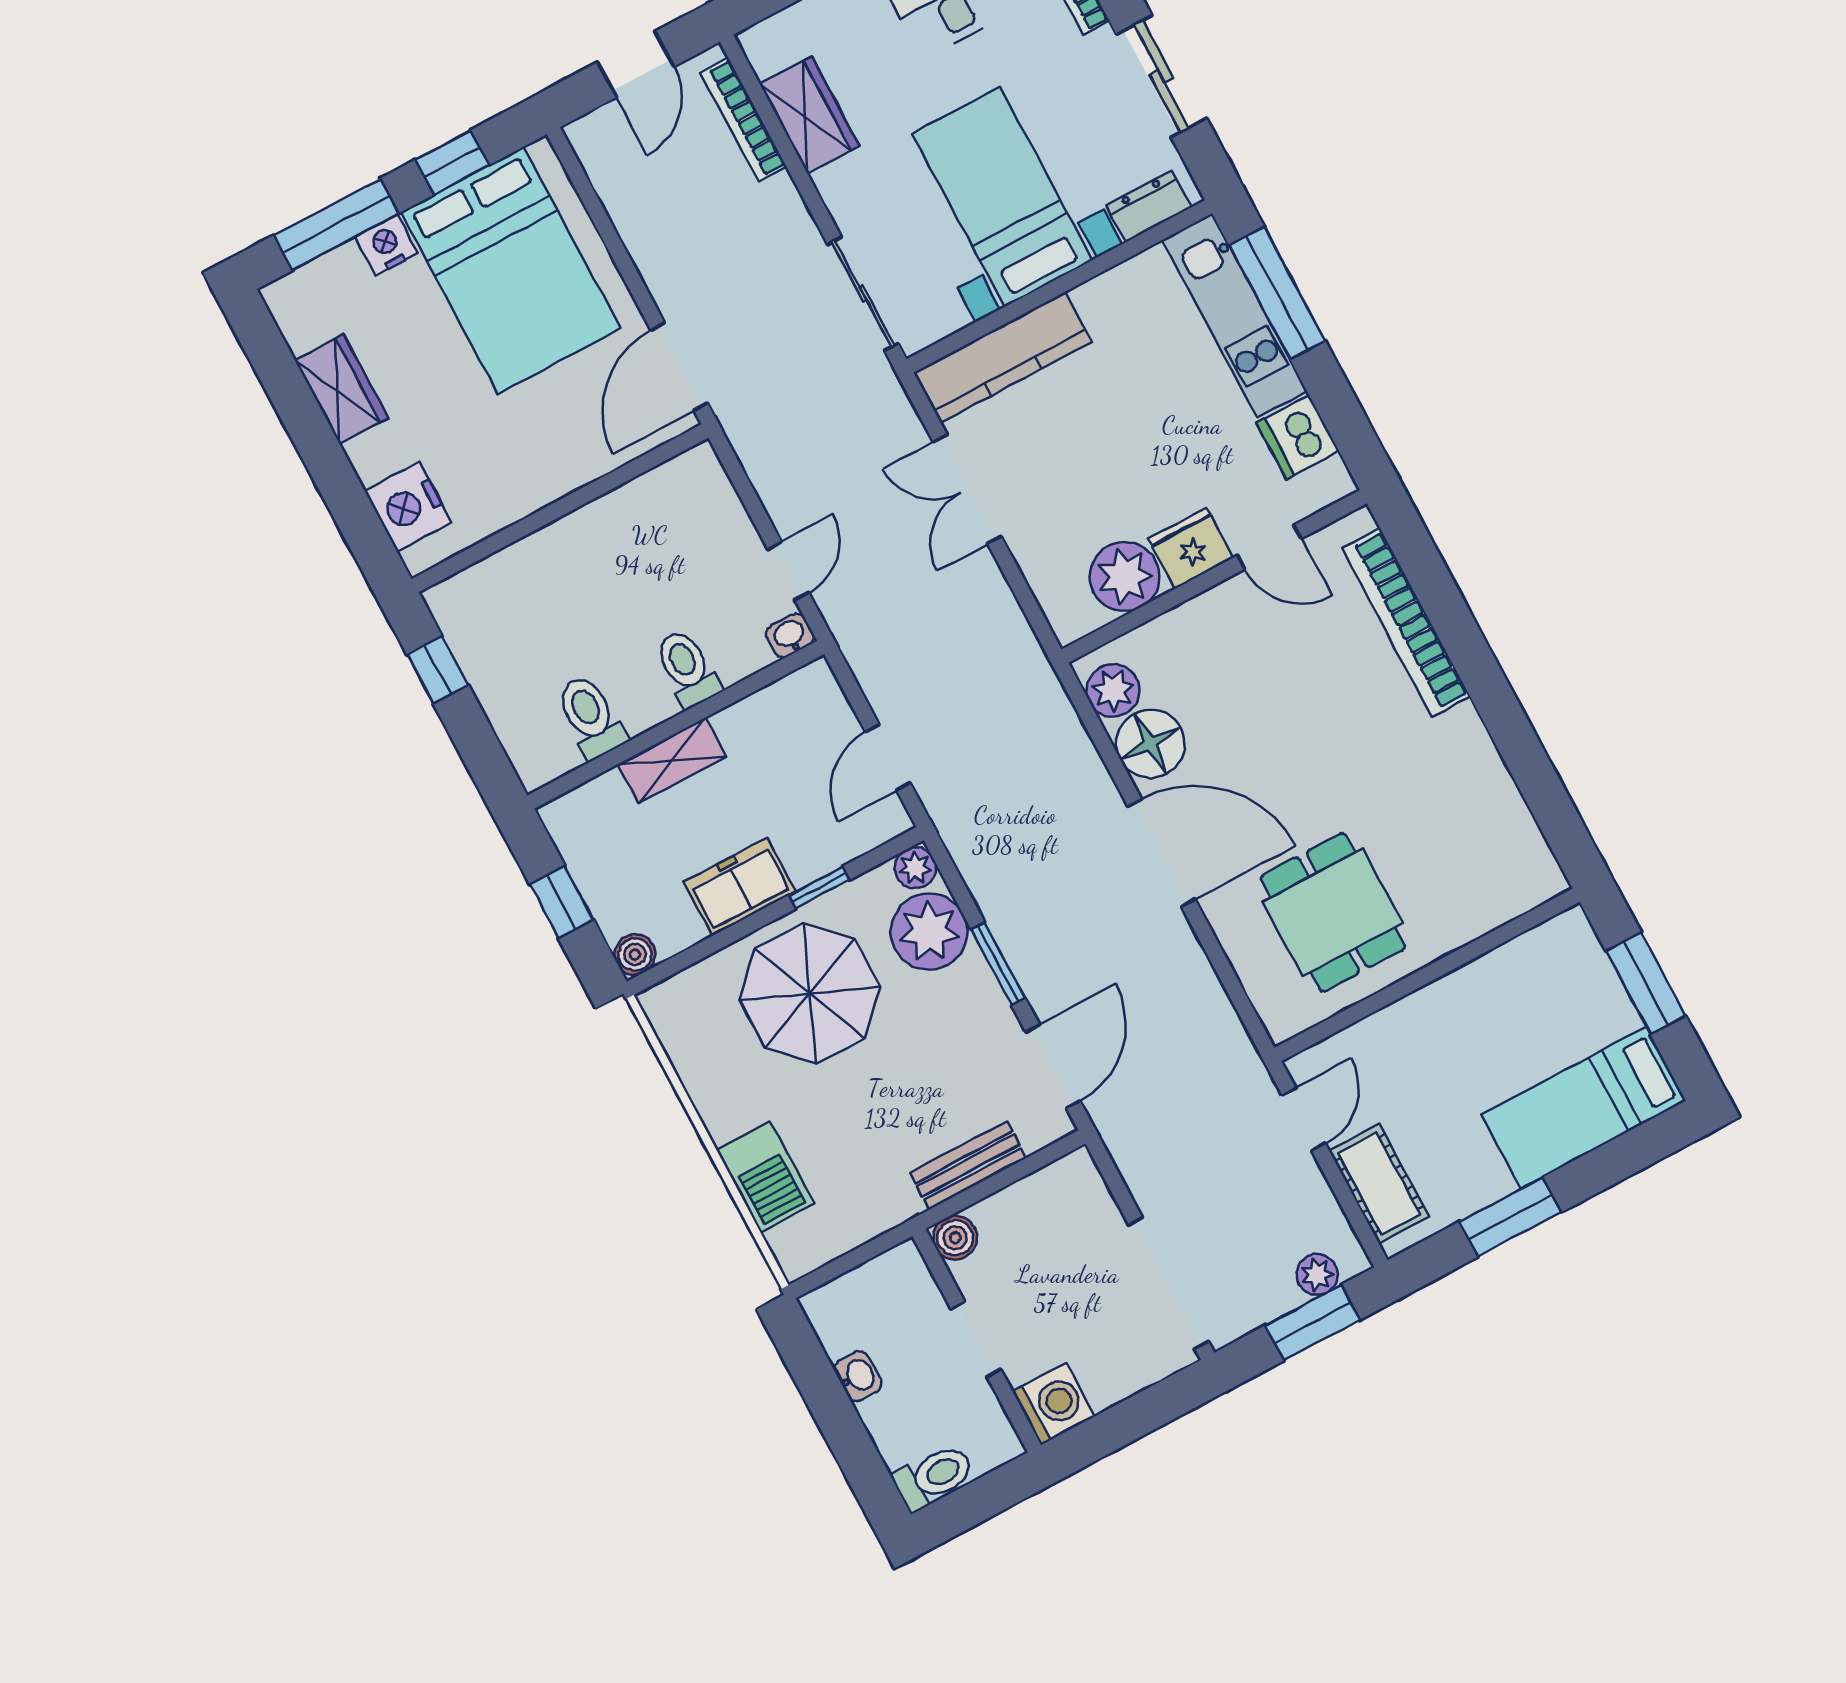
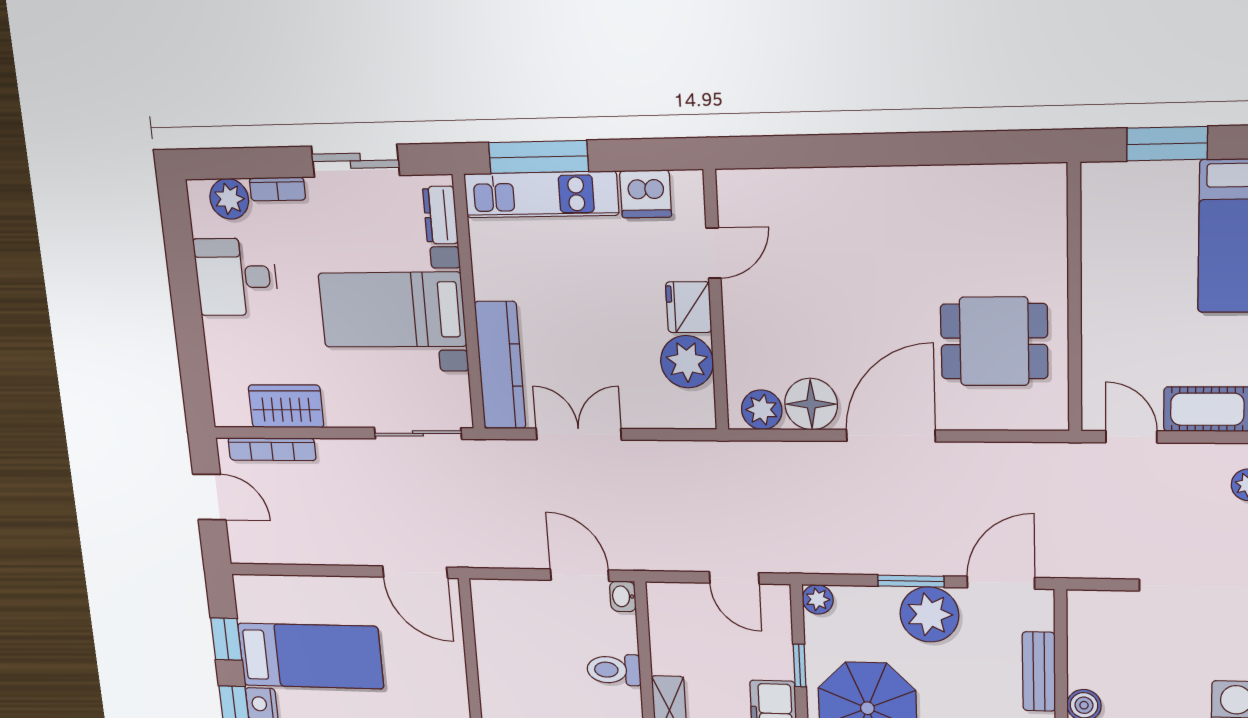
bed: (511, 270) -> (311, 656), width x0.67
double door: (967, 489) -> (579, 434), swing flipped
door: (788, 571) -> (579, 575), width x1.38
bookcase: (1406, 623) -> (813, 184), removed
plant: (929, 932) -> (929, 614), moved
door: (1053, 1066) -> (1001, 583), hinge flipped

